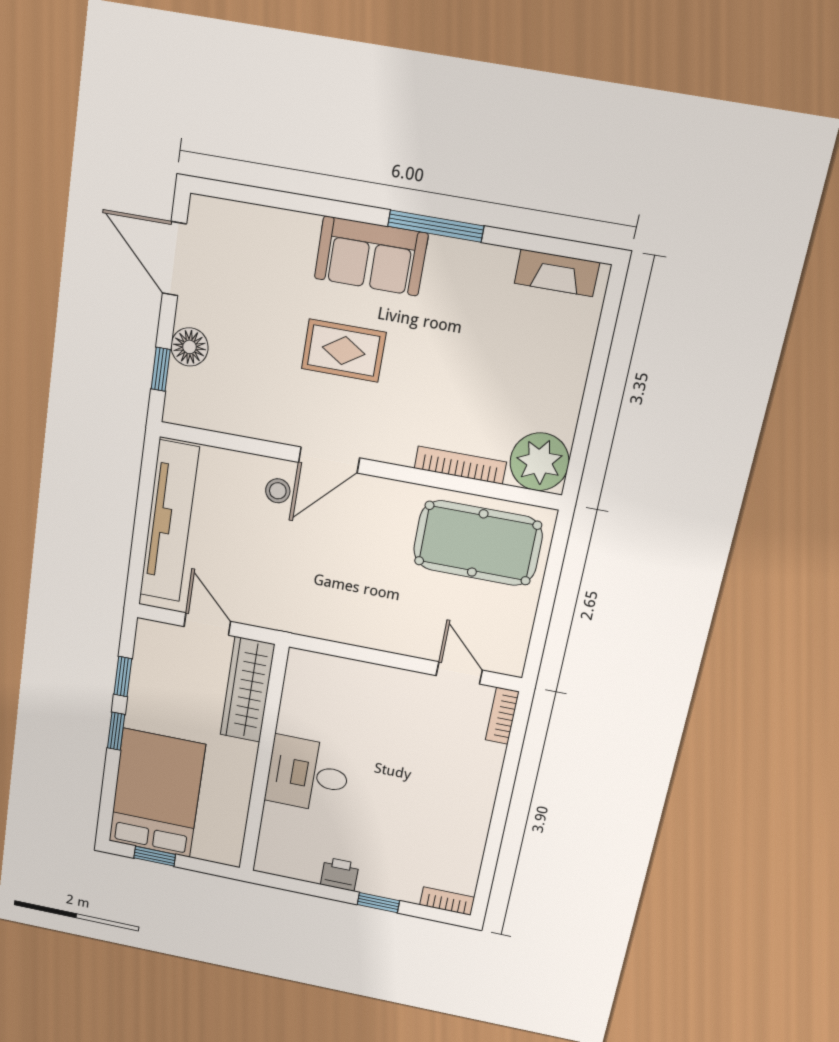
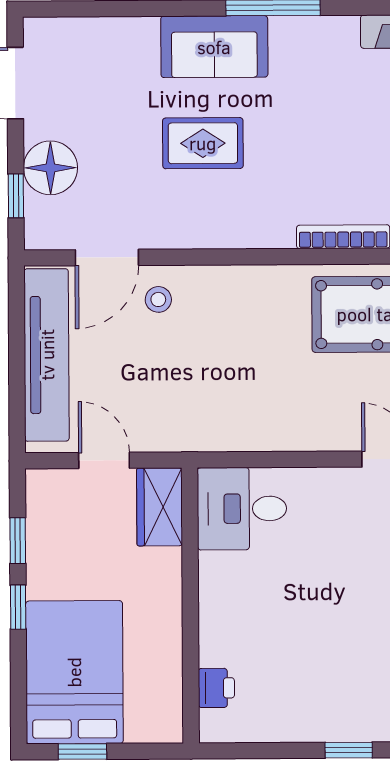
floor lamp: (189, 347) -> (50, 168), width x1.38, depth x1.38
door: (329, 460) -> (107, 258), moved
wardrobe: (247, 690) -> (160, 507), width x0.67
desk: (308, 774) -> (242, 509), moved
printer: (340, 874) -> (216, 688), moved, turned 90

